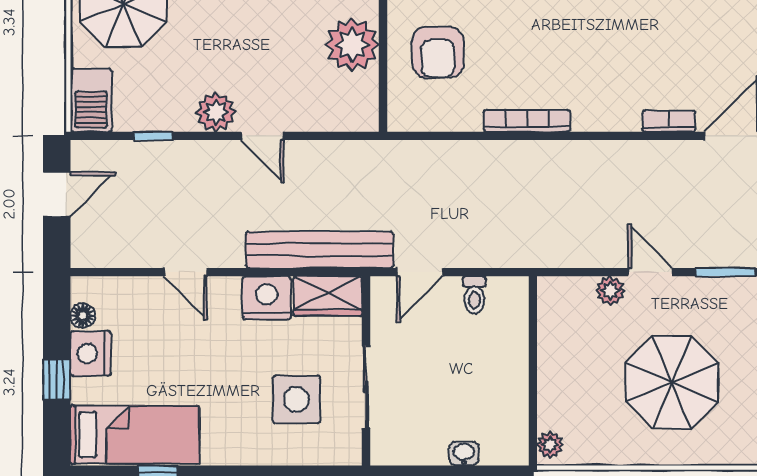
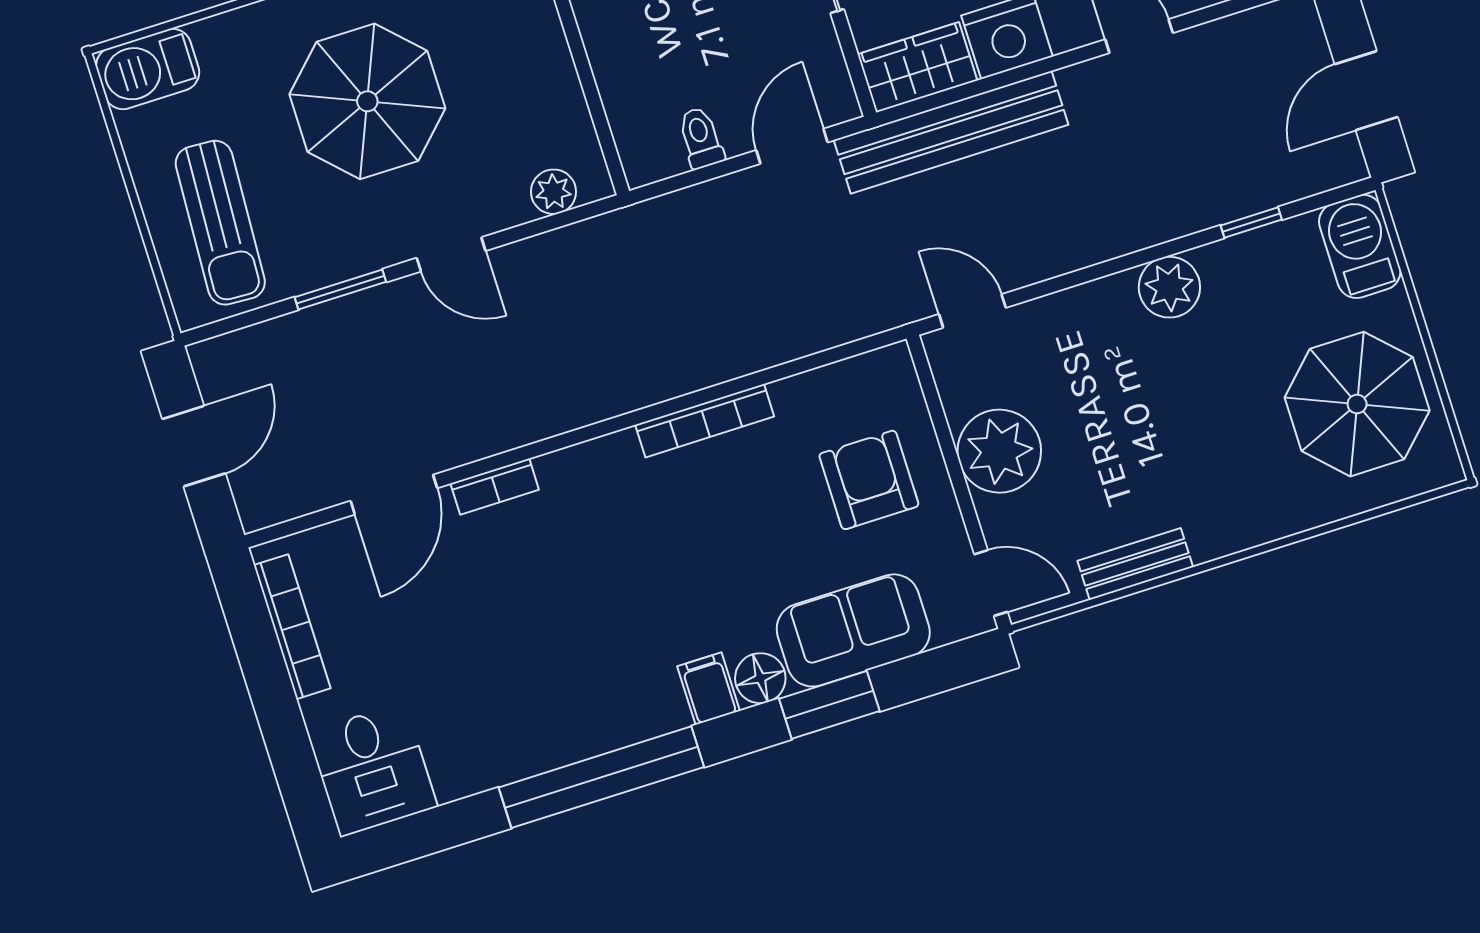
door: (262, 136) -> (972, 311), moved
plant: (610, 291) -> (553, 192), moved

